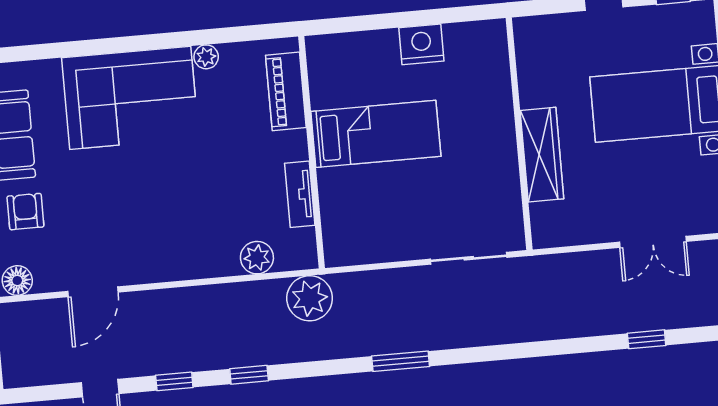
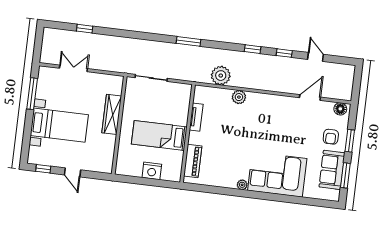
piano: (286, 91) -> (193, 161), moved
bed: (376, 134) -> (159, 135), moved
wall: (312, 152) -> (188, 134), moved
tv unit: (300, 194) -> (196, 117), moved

